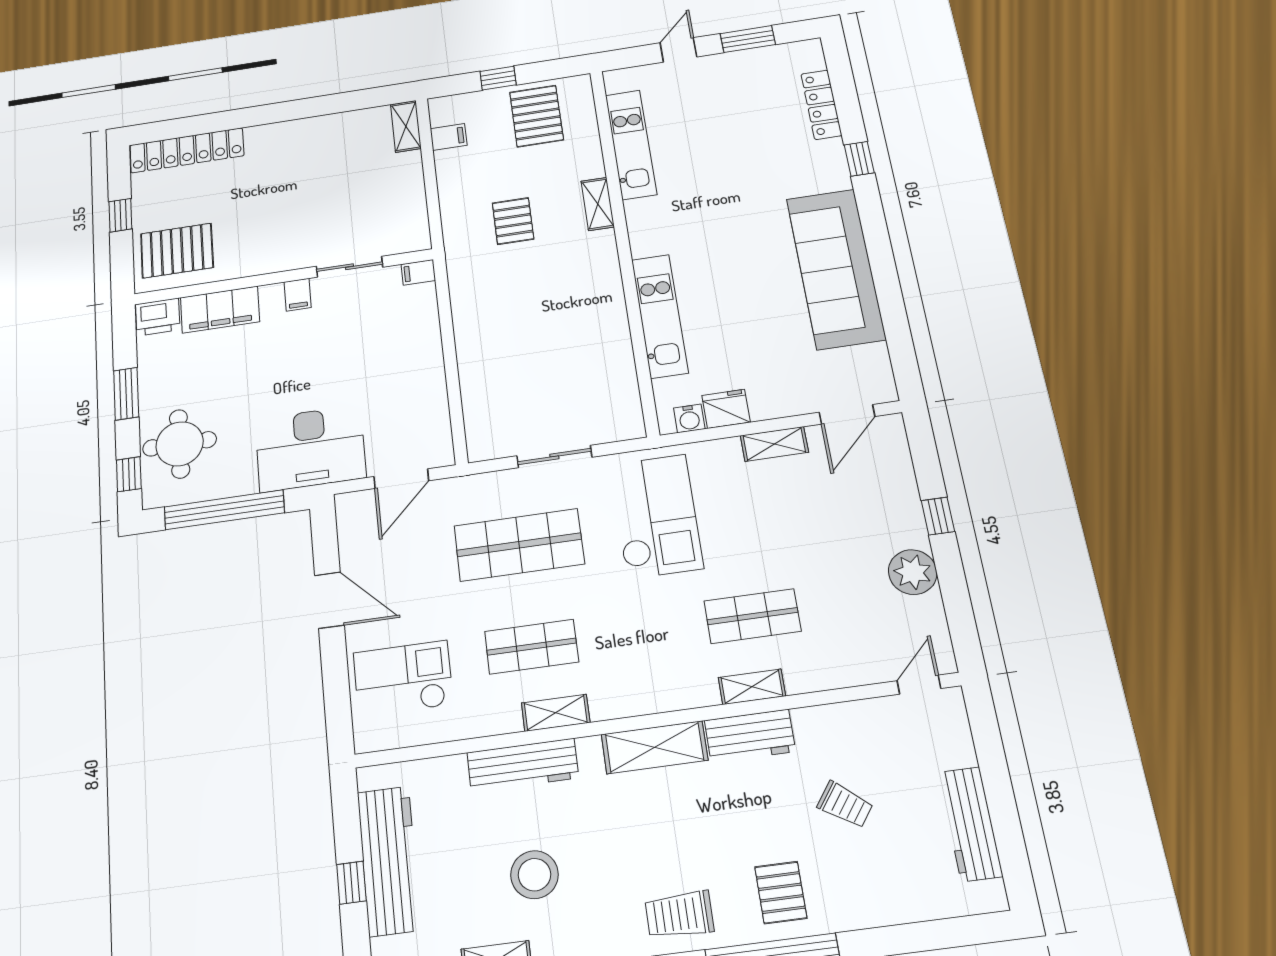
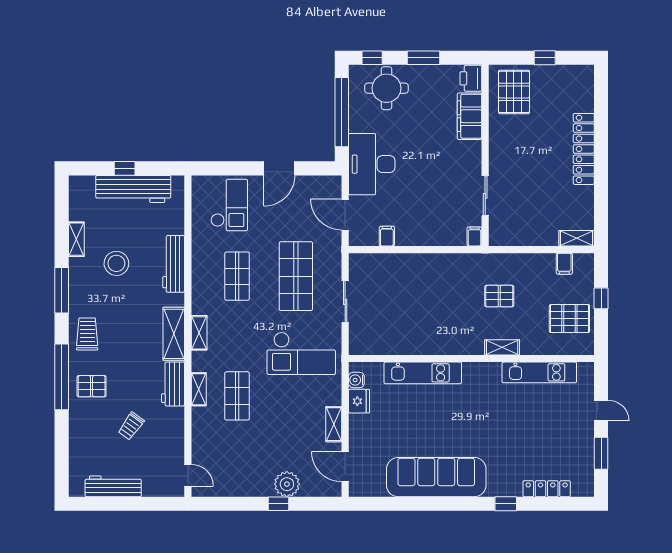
locker: (187, 150) -> (584, 149), moved
filing cabinet: (298, 295) -> (387, 236), moved, turned 90
plant: (913, 572) -> (287, 484), moved
shelving: (556, 713) -> (199, 333), moved

